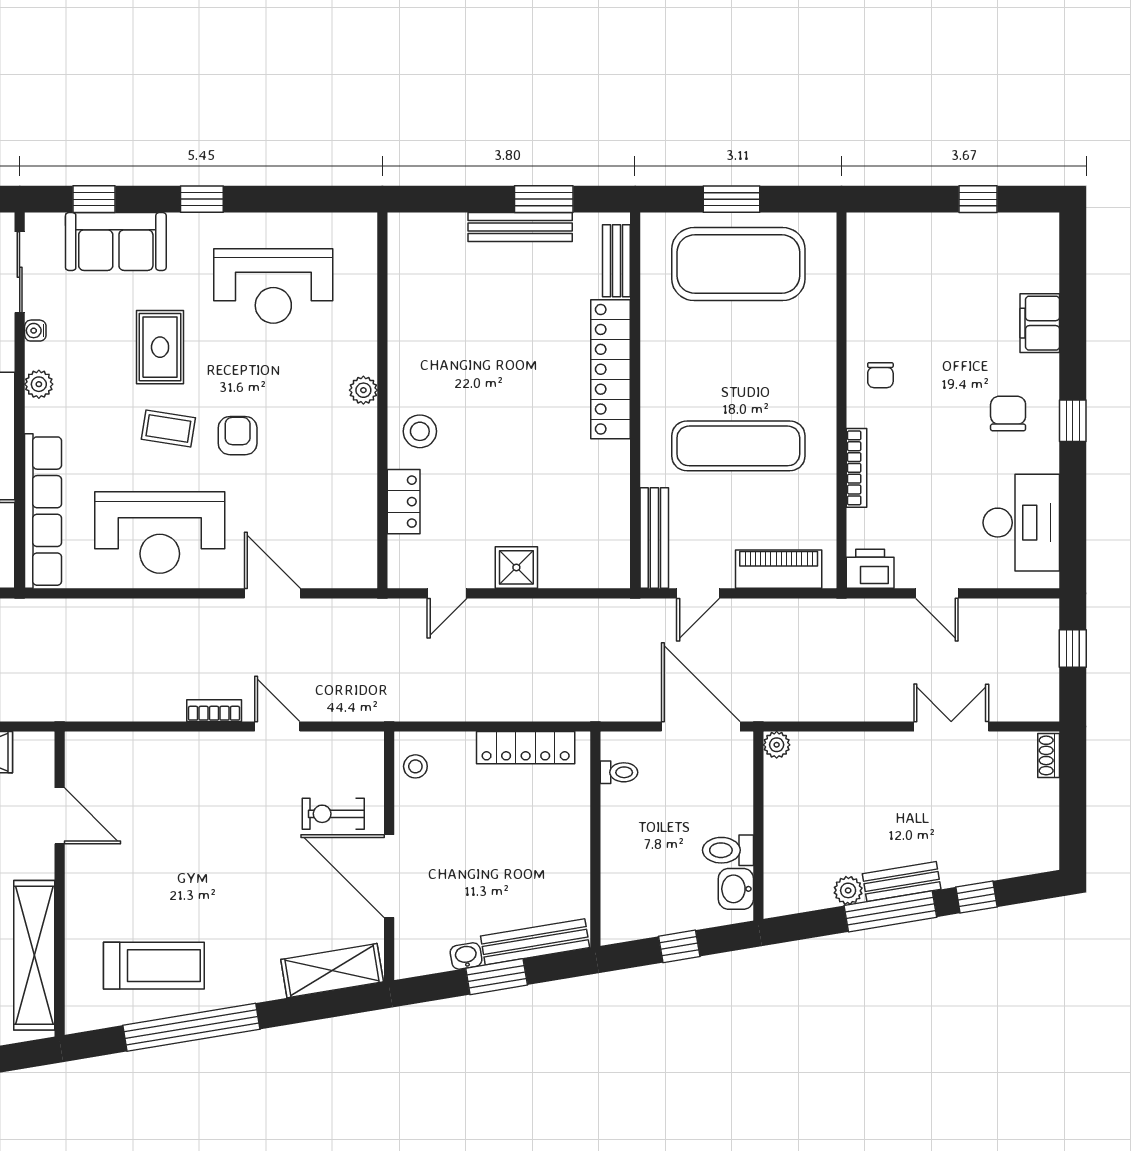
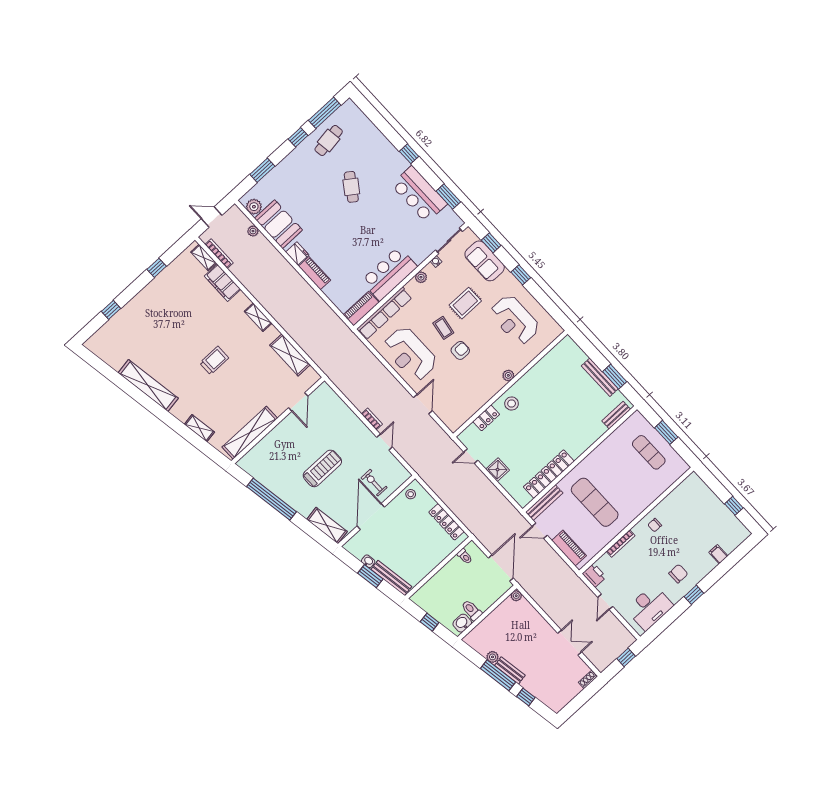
exercise mat: (738, 264) -> (649, 452), width x0.50, depth x0.69
filing cabinet: (1040, 323) -> (718, 554), width x0.50
locker: (611, 369) -> (549, 474), moved
treadmill: (154, 966) -> (322, 468), moved, turned -90

